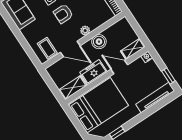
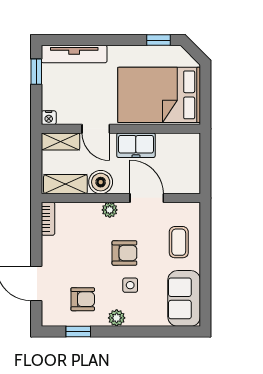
coffee table: (47, 48) -> (179, 242), moved
shelving: (73, 88) -> (65, 184), moved

